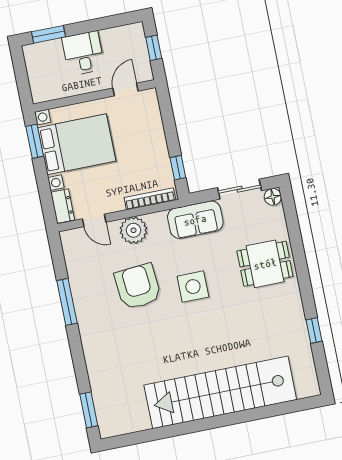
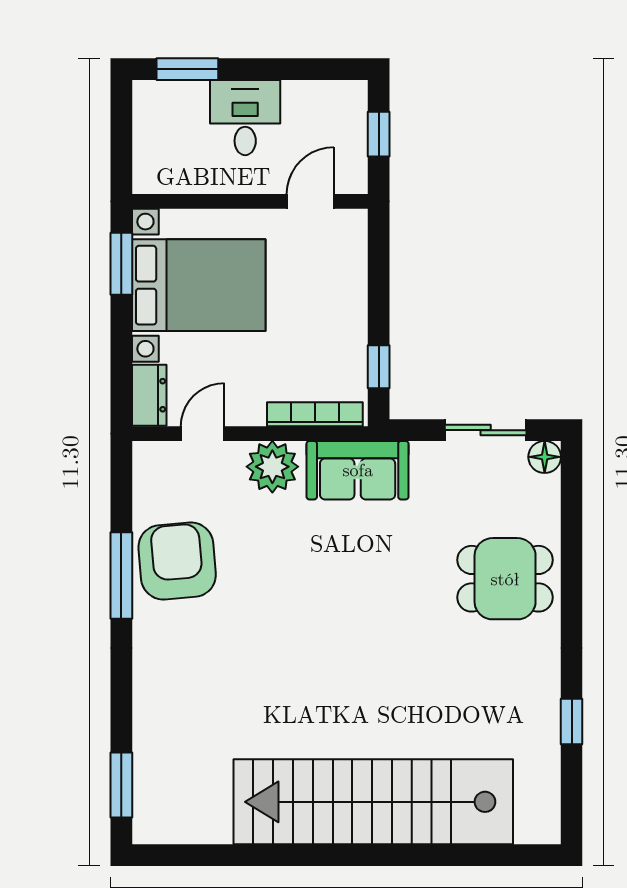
door: (94, 220) -> (203, 434), swing flipped
sofa: (195, 220) -> (358, 470), moved
armchair: (138, 286) -> (177, 561), moved
side table: (193, 287) -> (362, 594), removed

